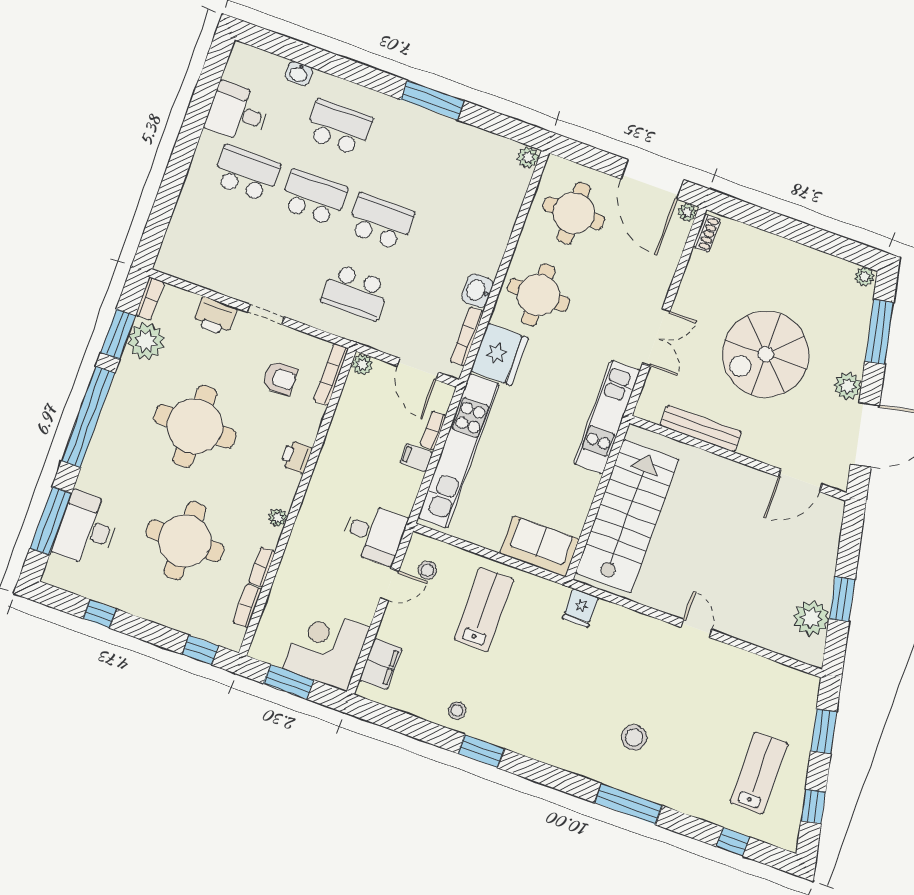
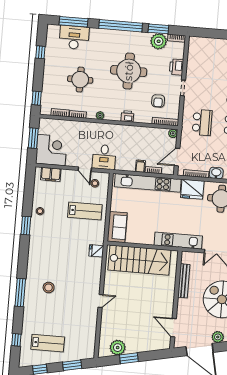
school desk: (355, 292) -> (202, 122), turned 180
round table: (185, 541) -> (80, 80), width x0.73, depth x0.73

